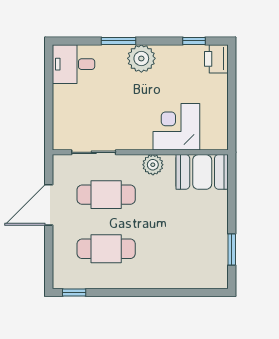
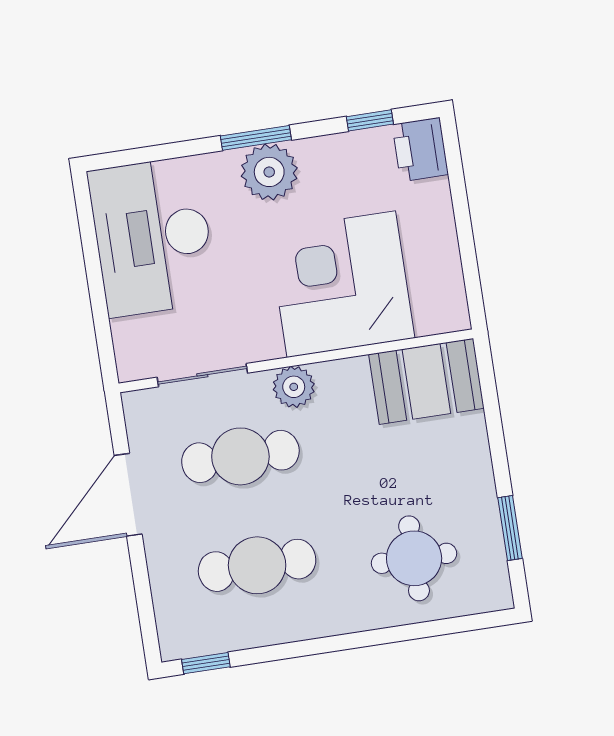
window: (119, 41) -> (256, 138), moved
desk: (73, 64) -> (153, 237), width x1.87, depth x1.30
corner desk: (176, 127) -> (341, 284), width x1.36, depth x1.36
plant: (153, 165) -> (294, 387), moved
round table: (183, 257) -> (414, 558), added

